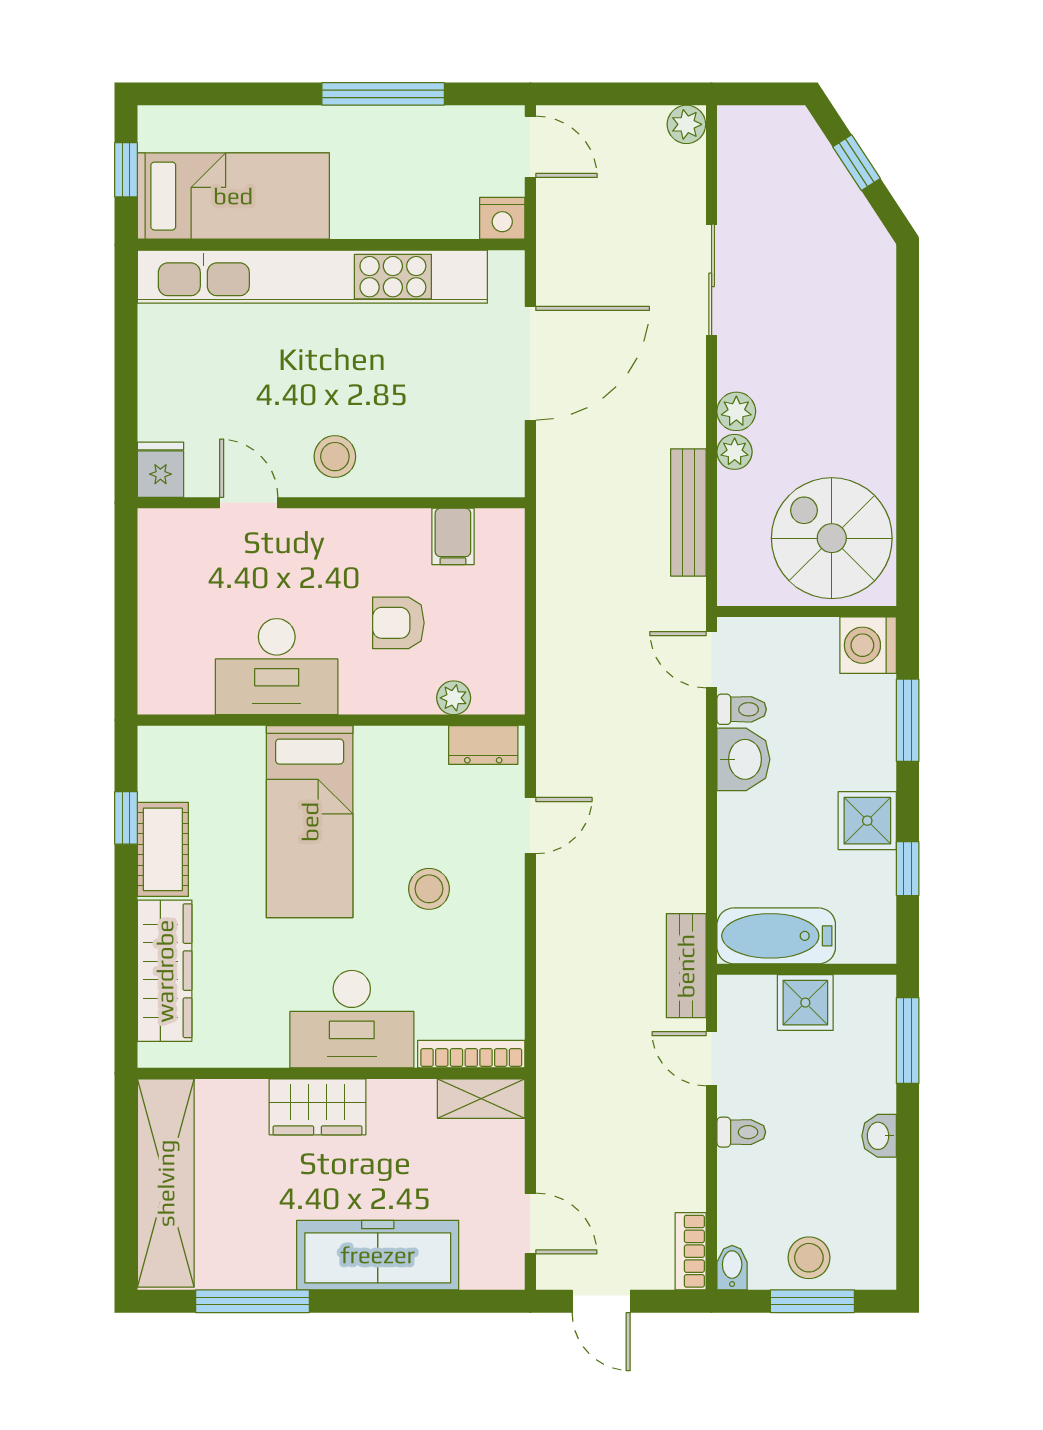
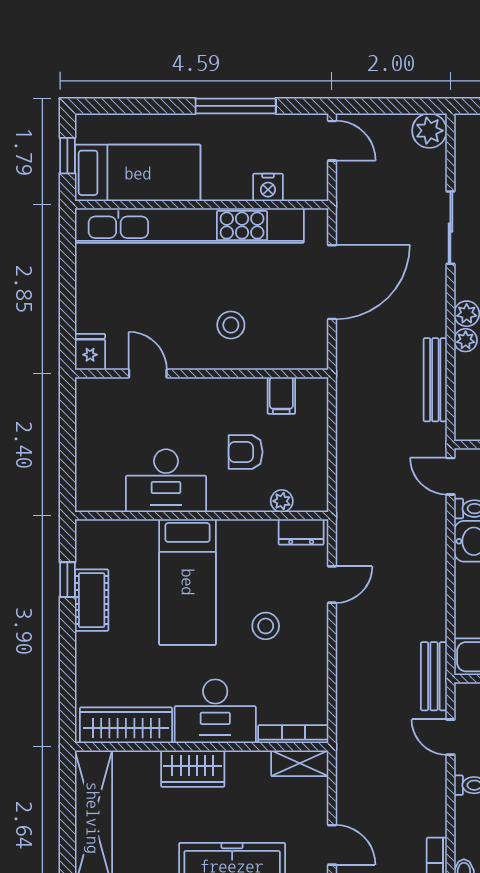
plant: (686, 124) -> (429, 131), width x1.38, depth x1.38
nightstand: (502, 218) -> (268, 187), moved
stool: (335, 457) -> (231, 325), moved
wardrobe: (165, 971) -> (126, 725), moved, turned -90

